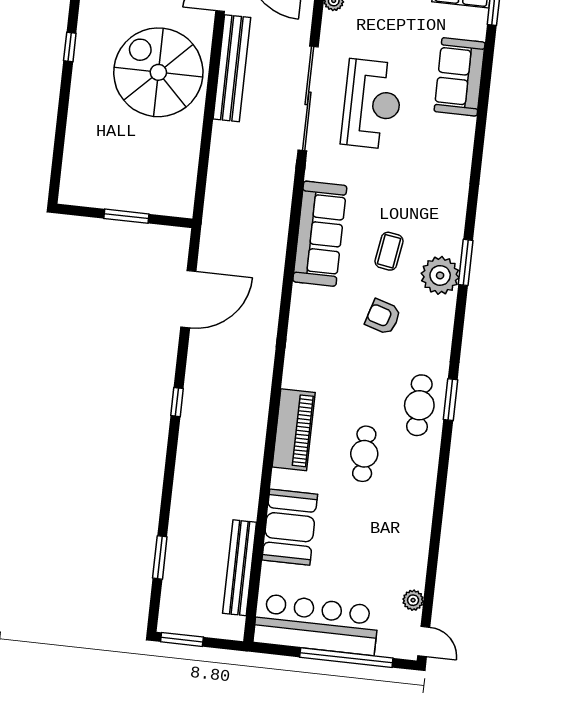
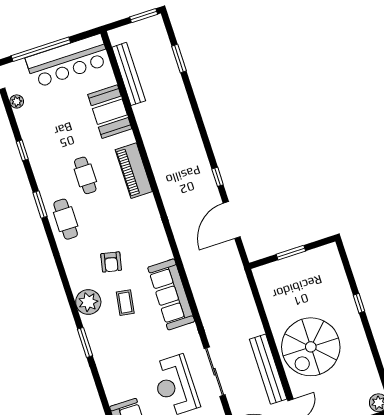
window: (70, 47) -> (359, 303), moved
spiral stairs: (158, 72) -> (311, 347), turned 90
sliding door: (308, 98) -> (215, 372), width x0.73
window: (466, 262) -> (85, 342), moved
armchair: (383, 317) -> (111, 262), turned 85
window: (450, 400) -> (40, 205), moved
window: (177, 402) -> (218, 177), moved
window: (436, 528) -> (22, 150), added

